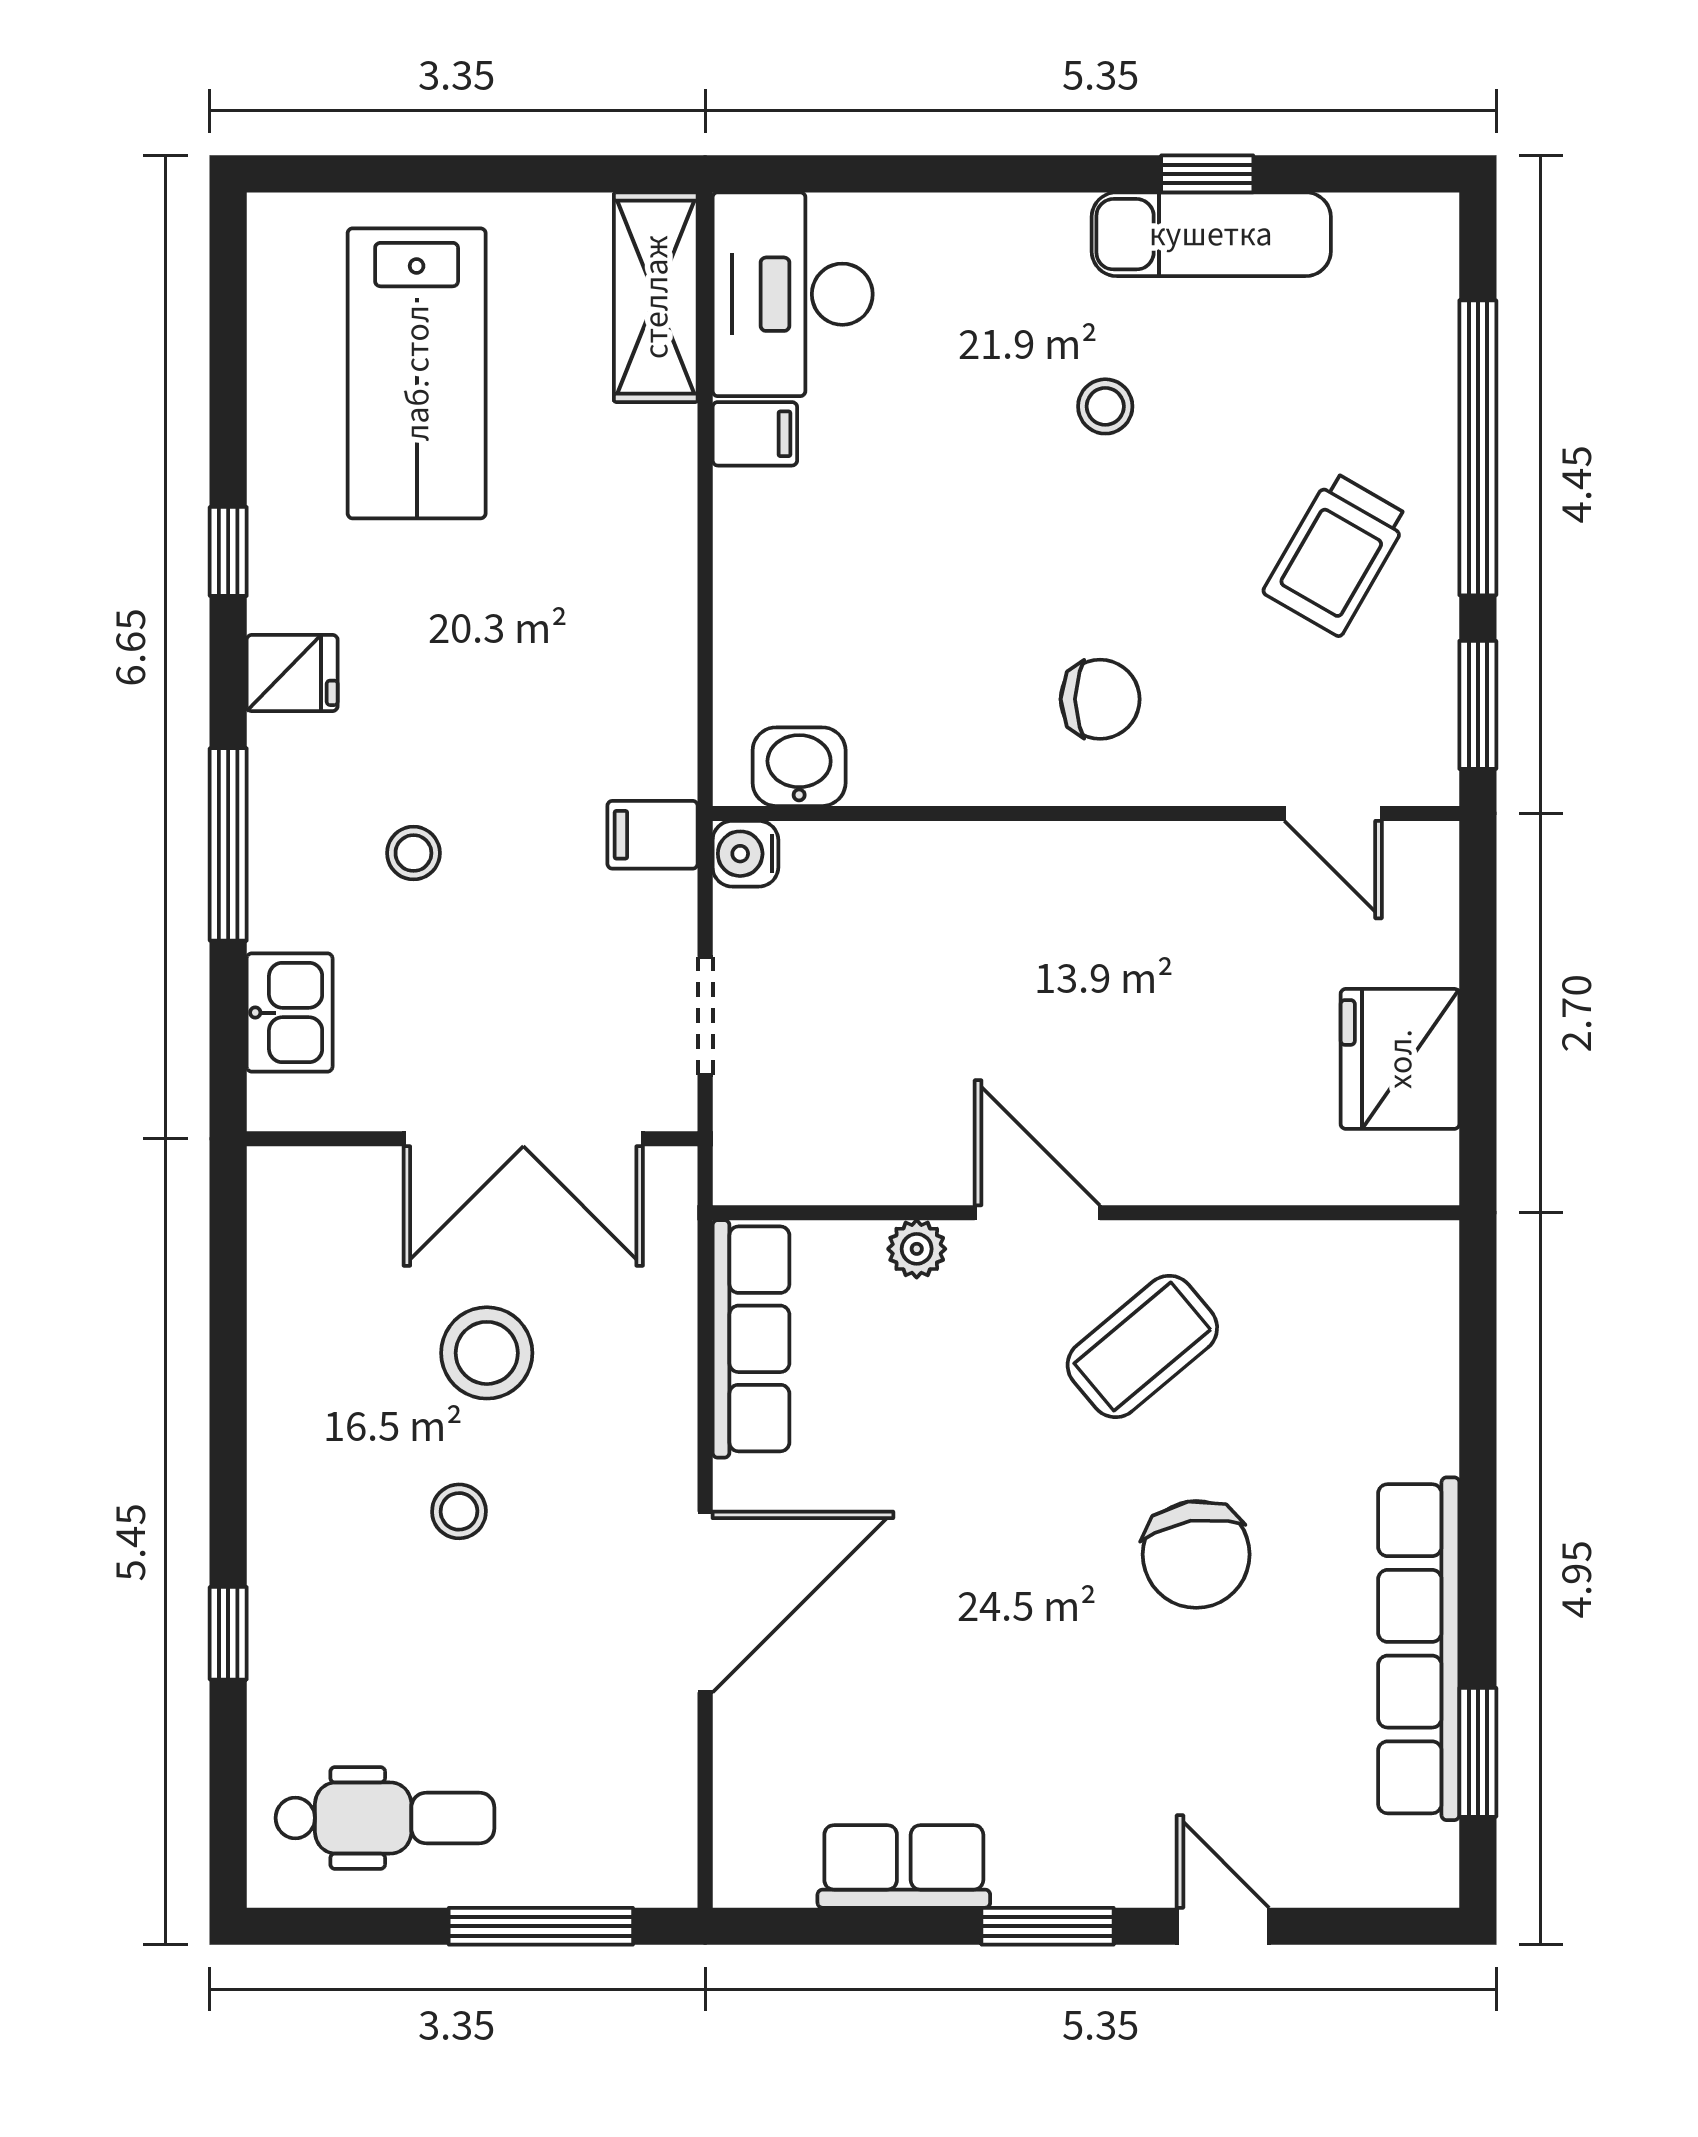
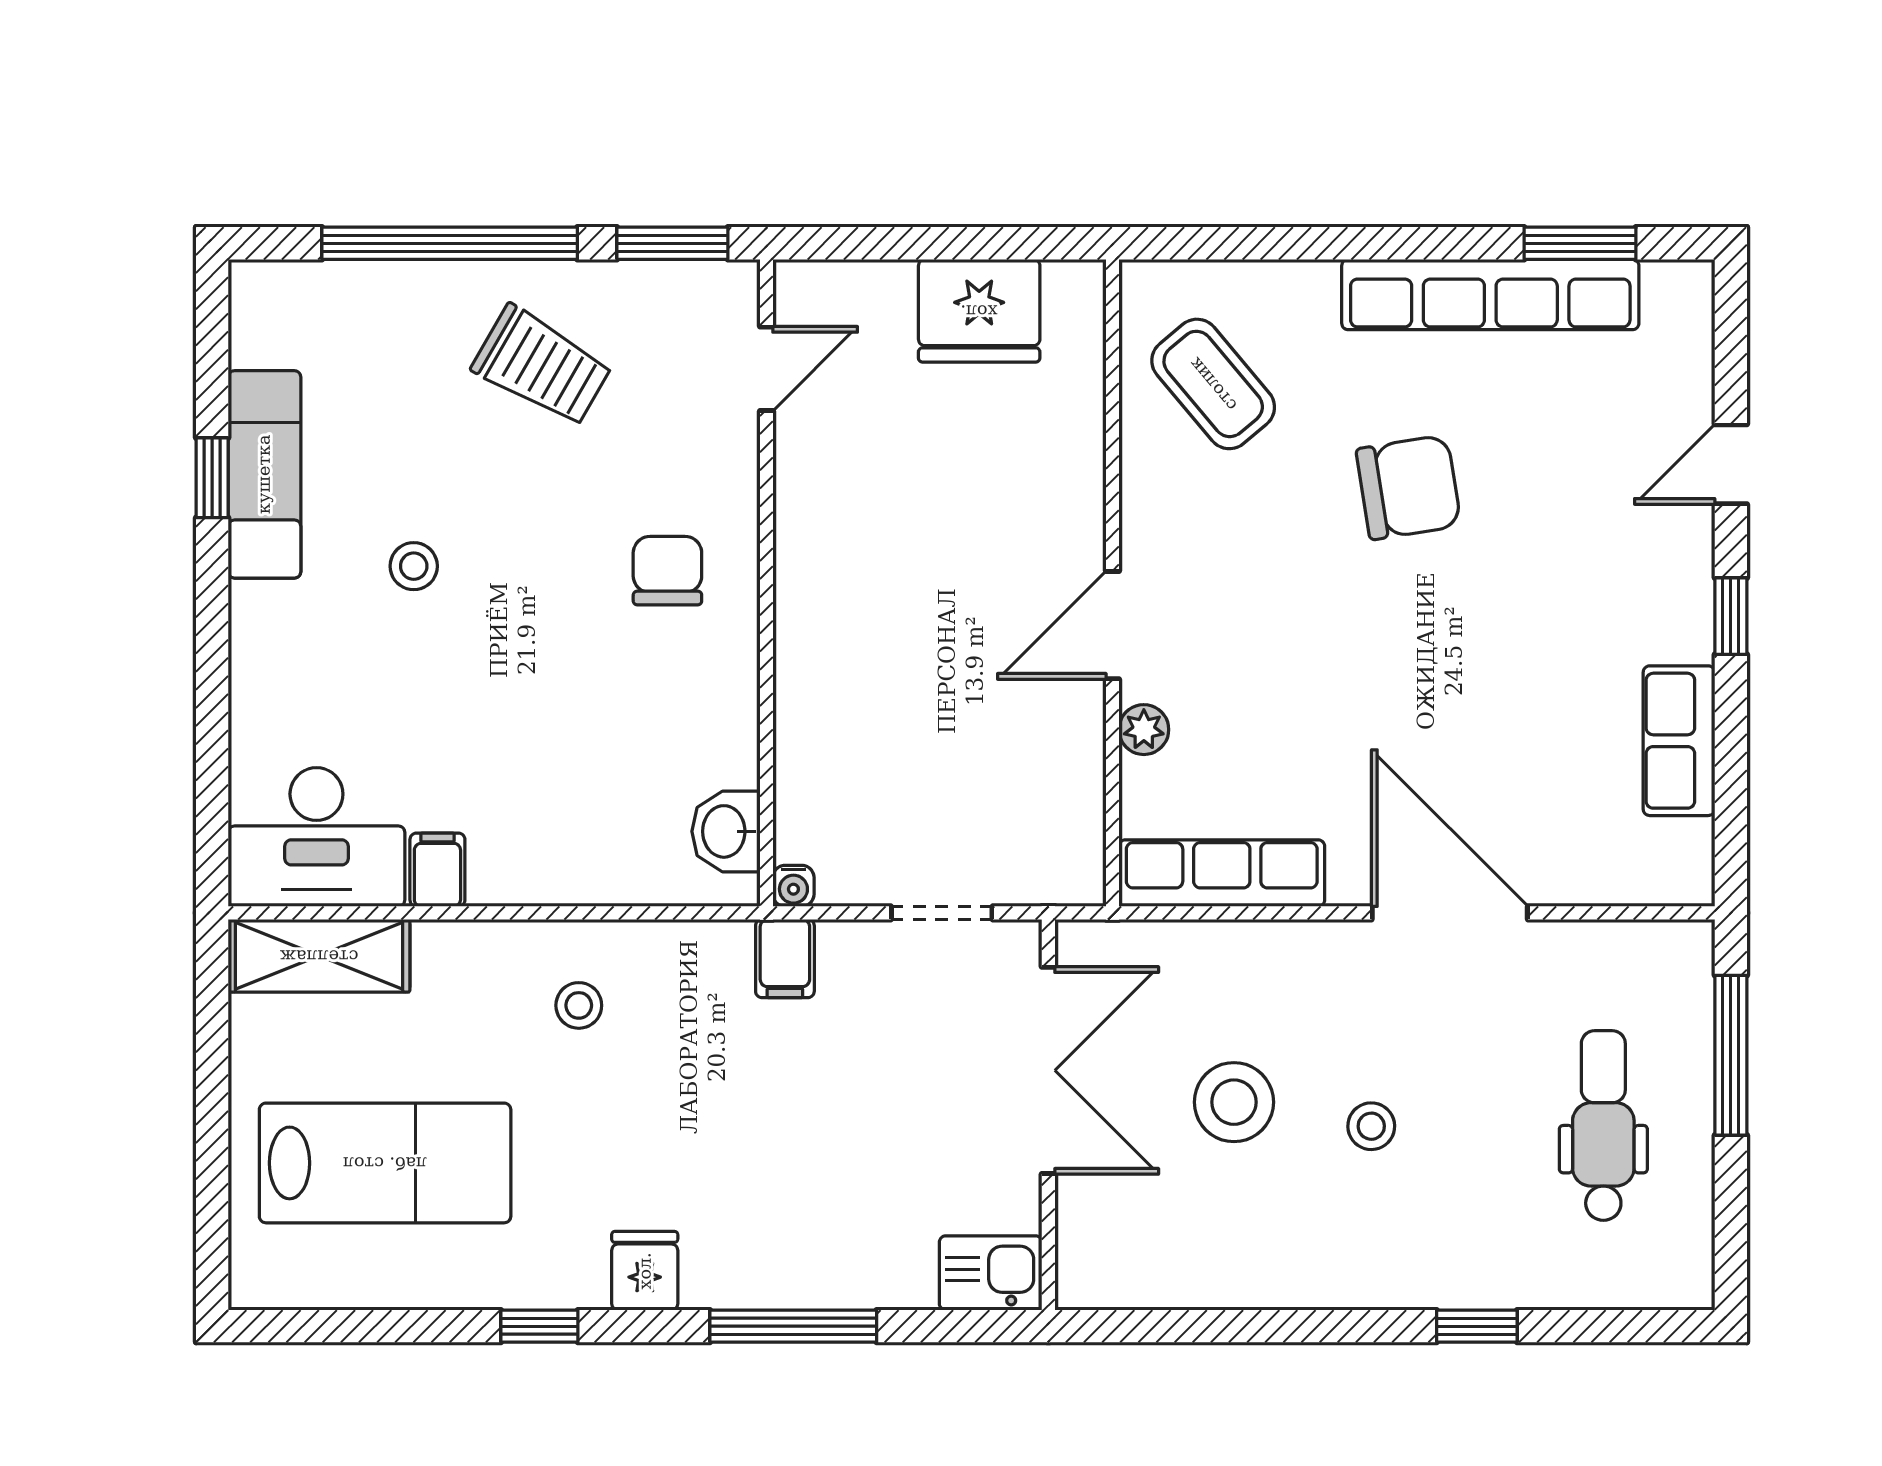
stool: (413, 853) -> (579, 1005), moved
water cooler: (745, 854) -> (793, 886), width x0.72, depth x0.72
kitchen sink: (290, 1013) -> (991, 1273), moved
coffee table: (1142, 1346) -> (1213, 384), moved
dental chair: (385, 1818) -> (1603, 1125), moved
window: (1048, 1926) -> (1731, 616), width x0.67

